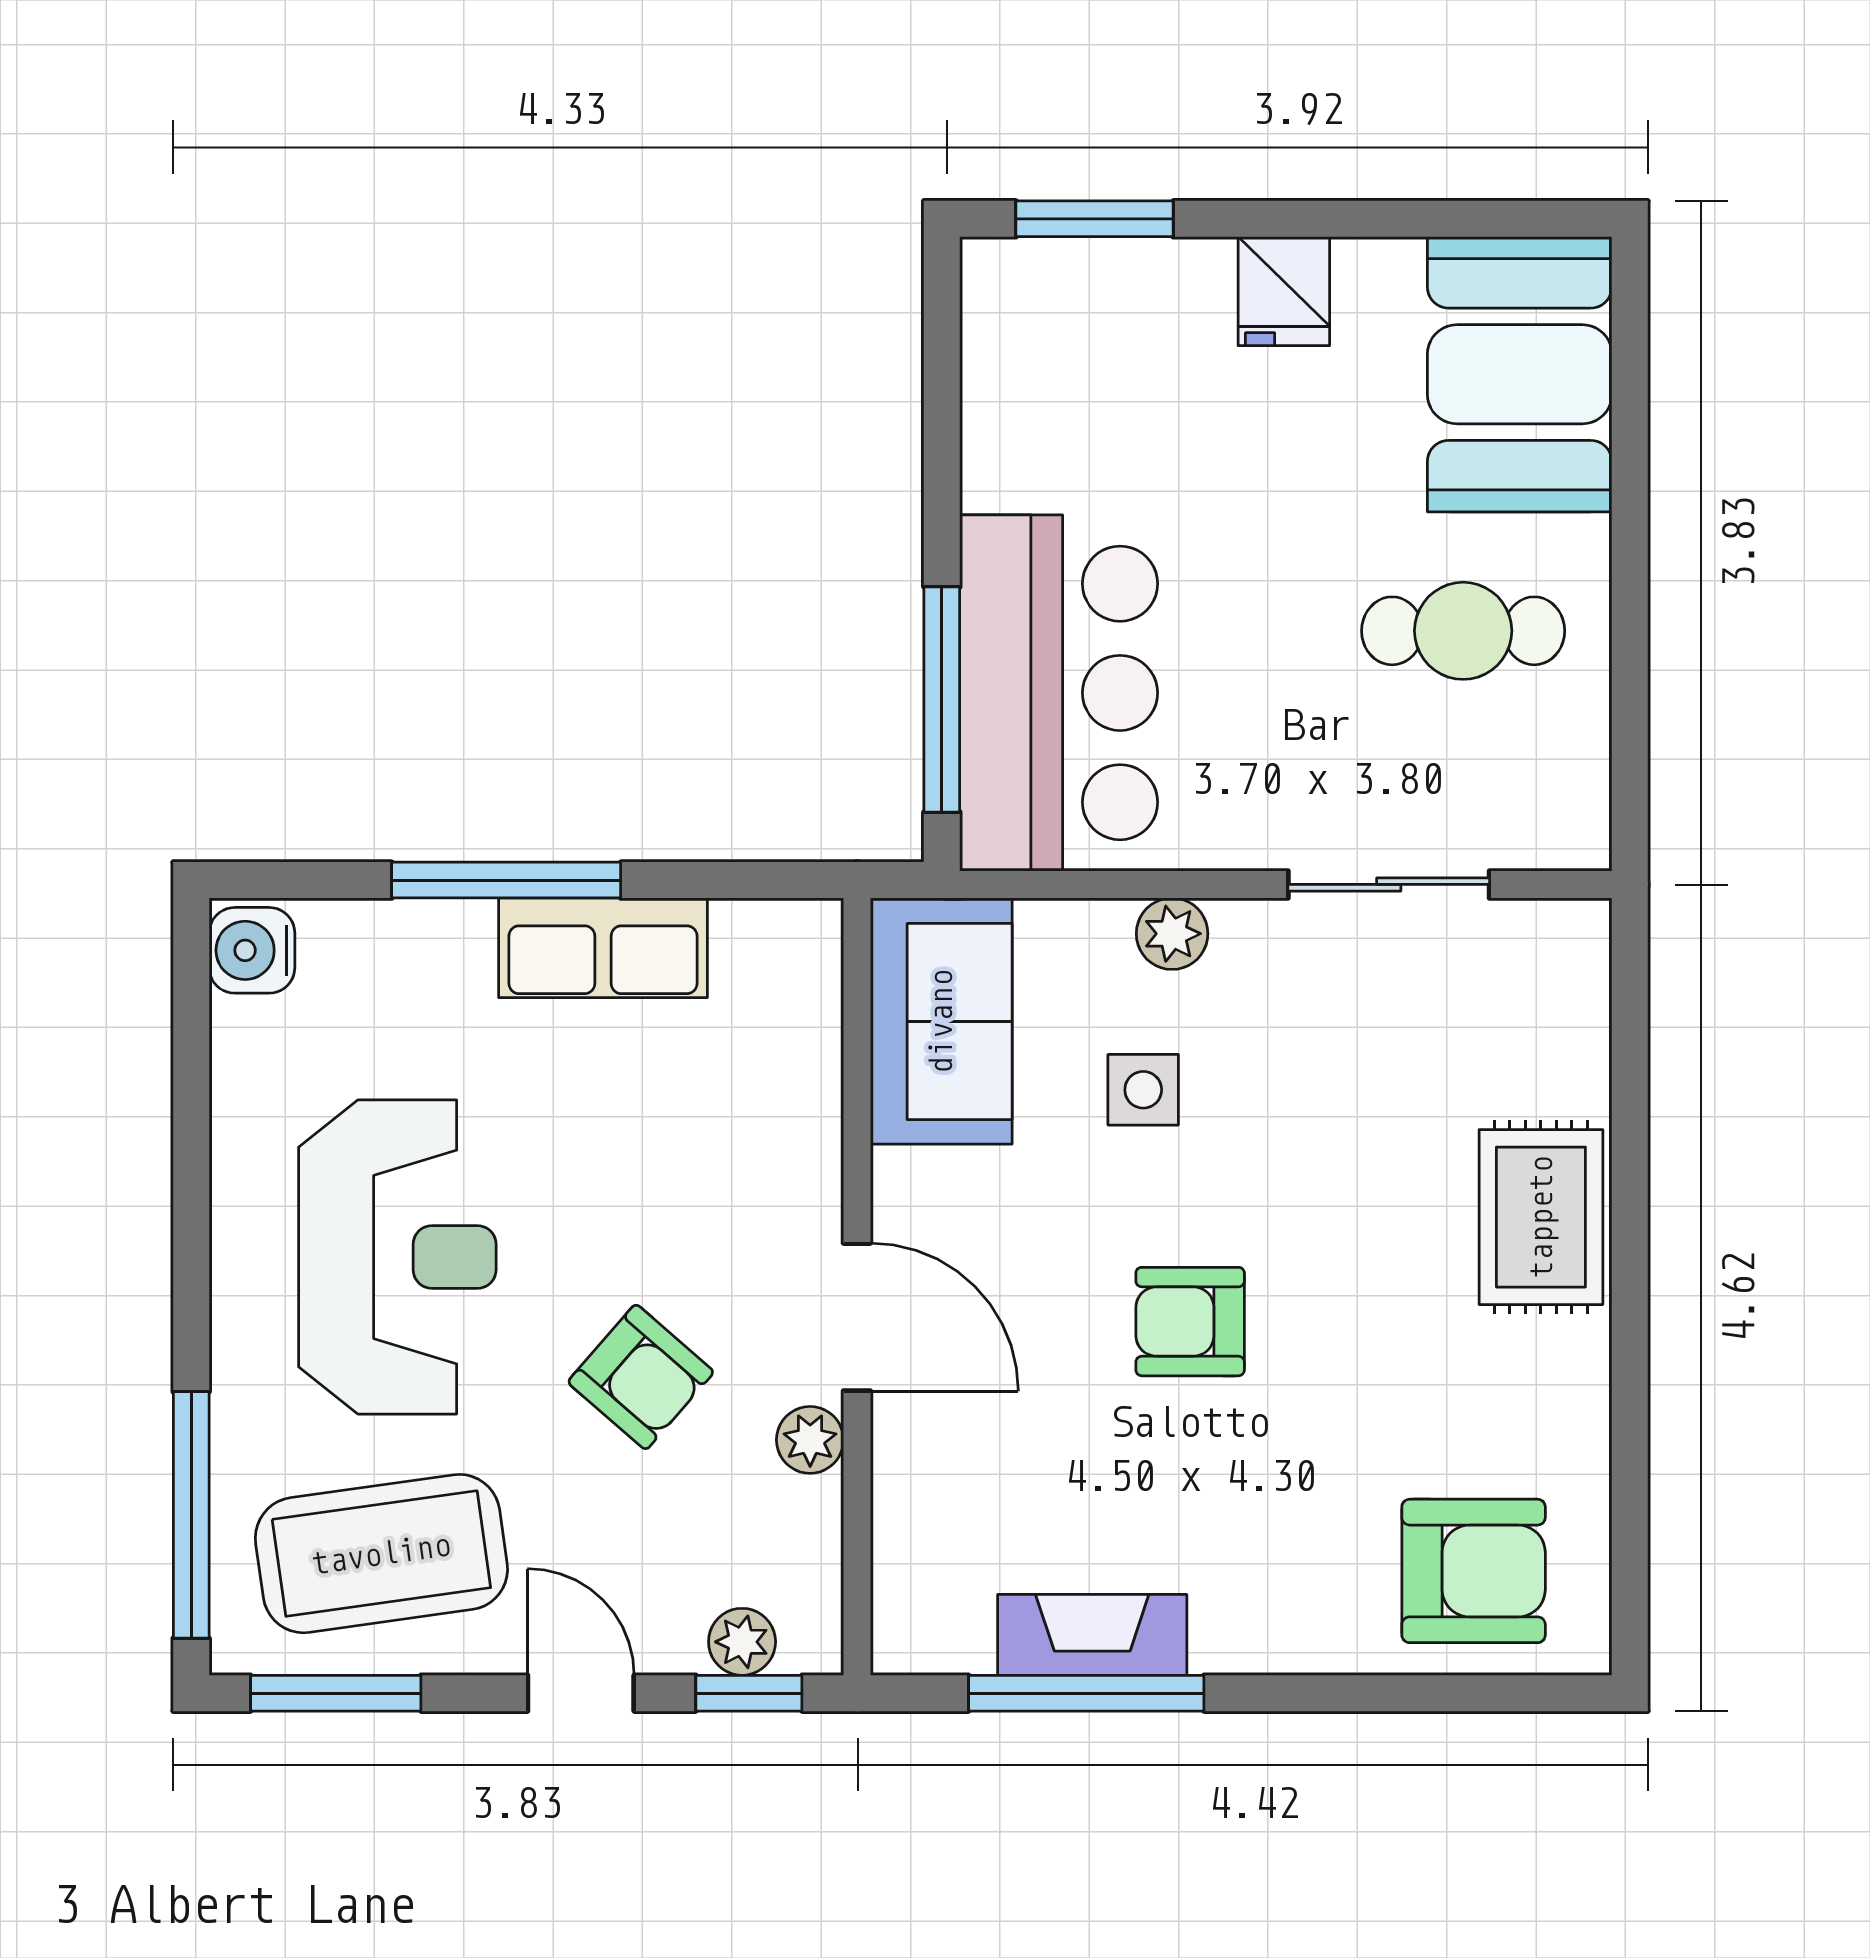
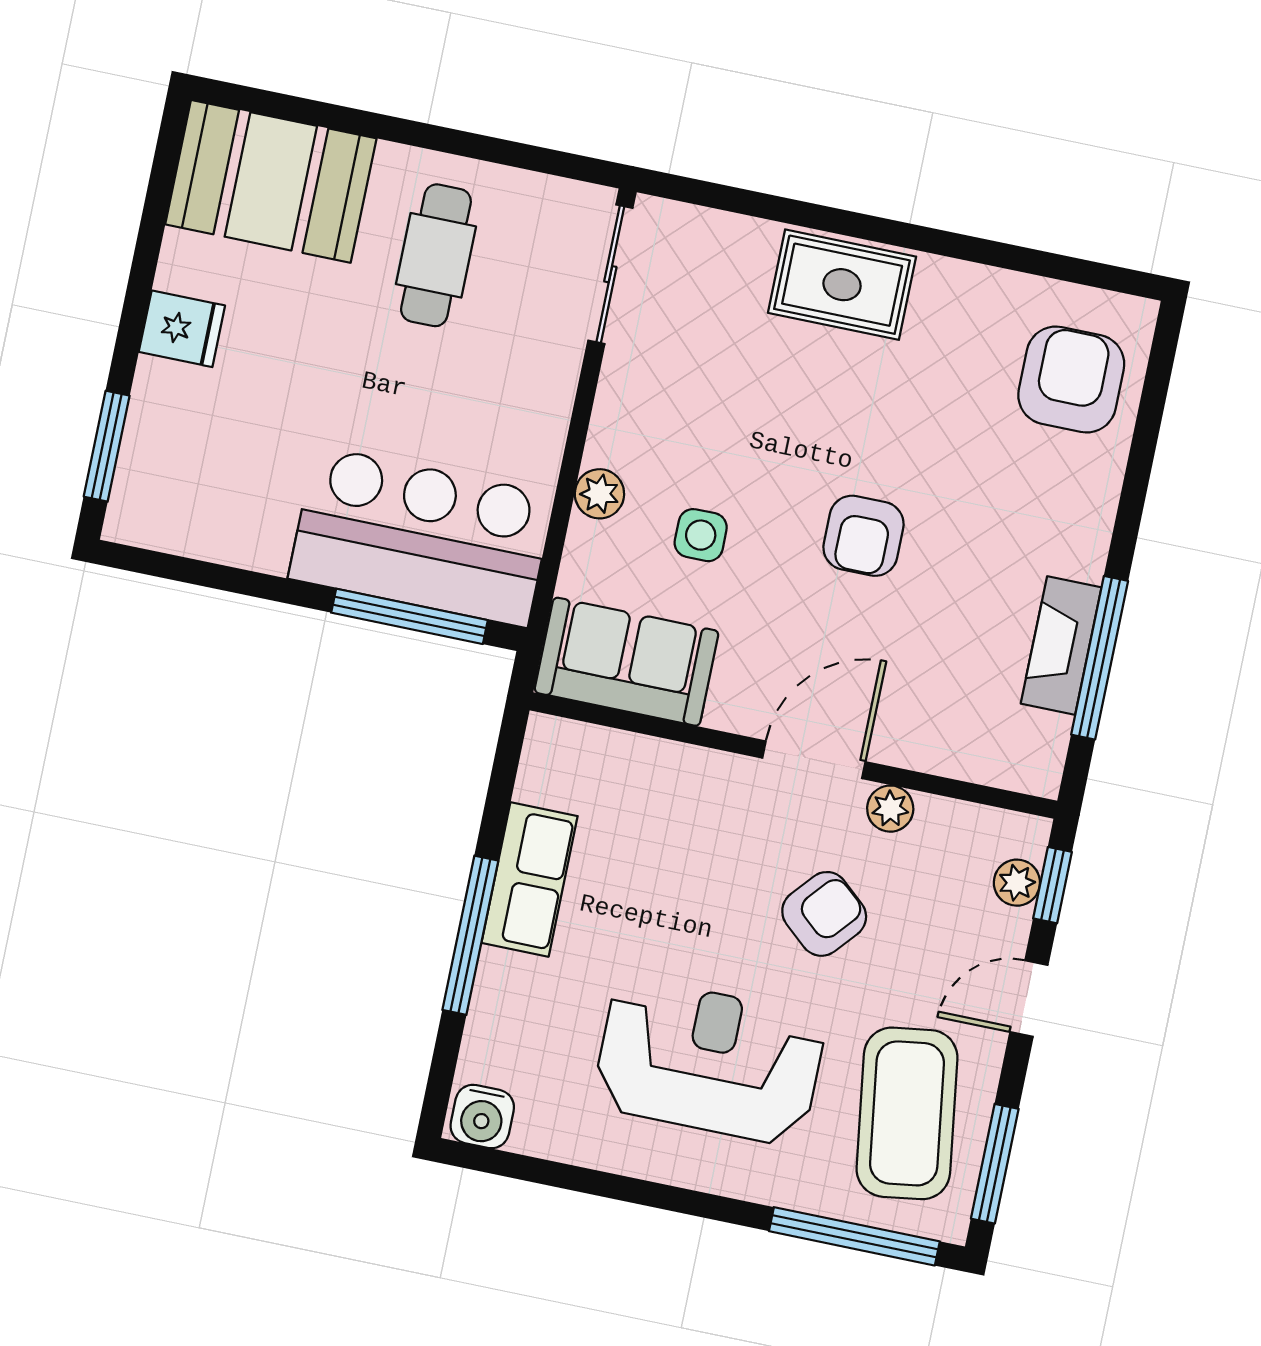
sliding door: (1389, 884) -> (610, 274), moved

